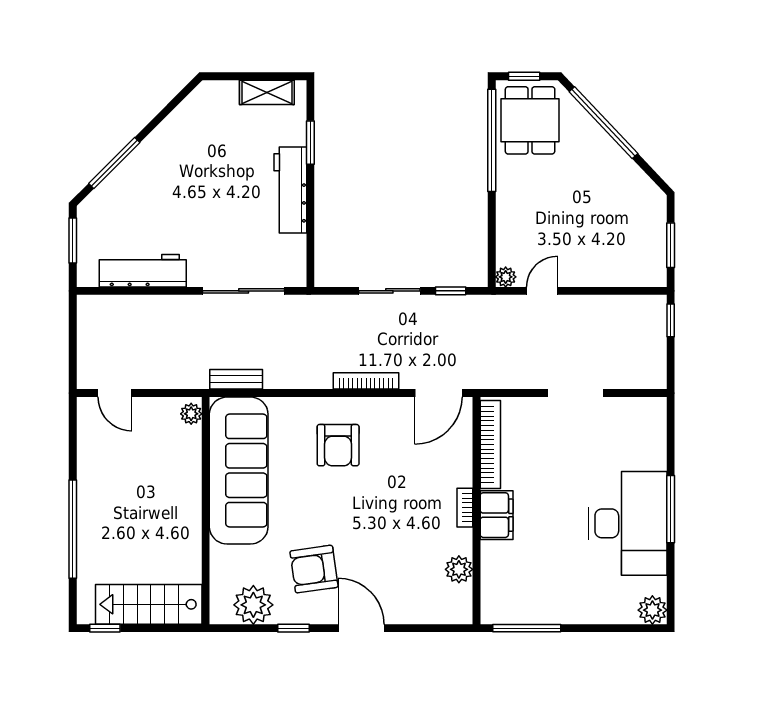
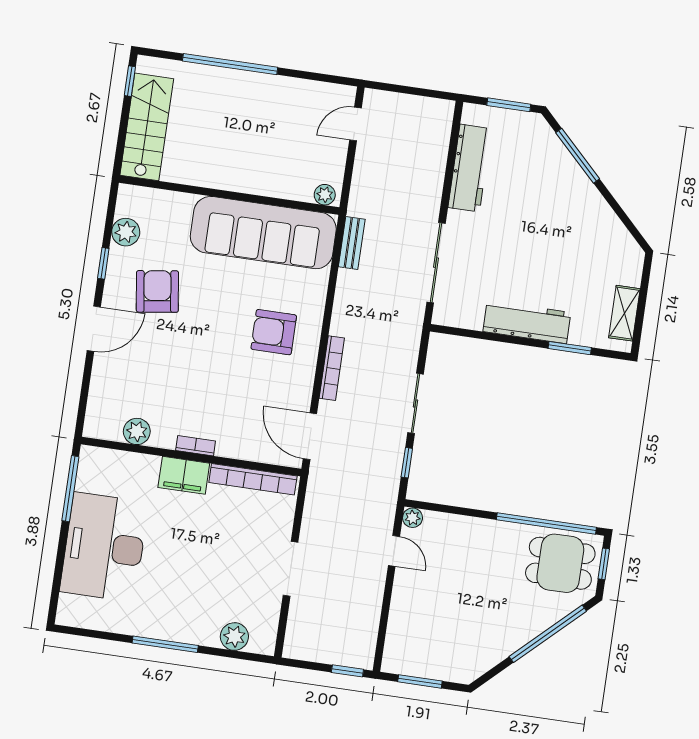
desk: (628, 523) -> (104, 547), moved, turned 90
plant: (253, 605) -> (126, 232), width x0.73, depth x0.73
plant: (652, 610) -> (234, 637), moved

